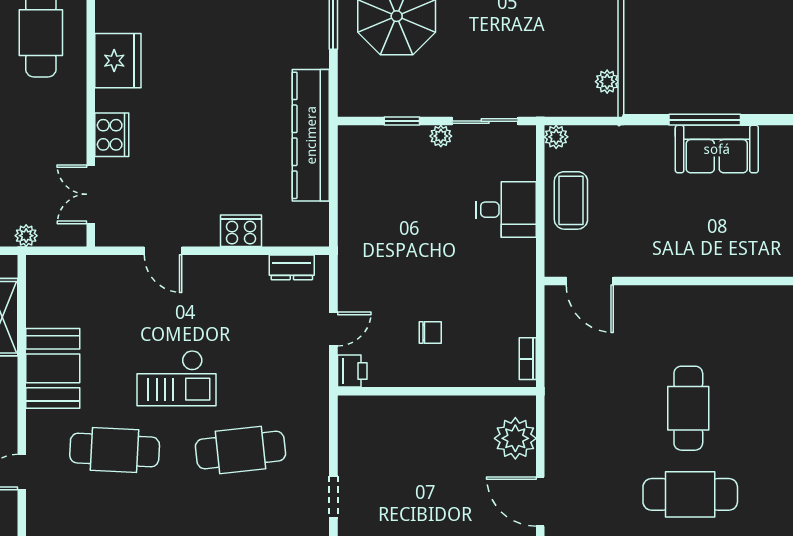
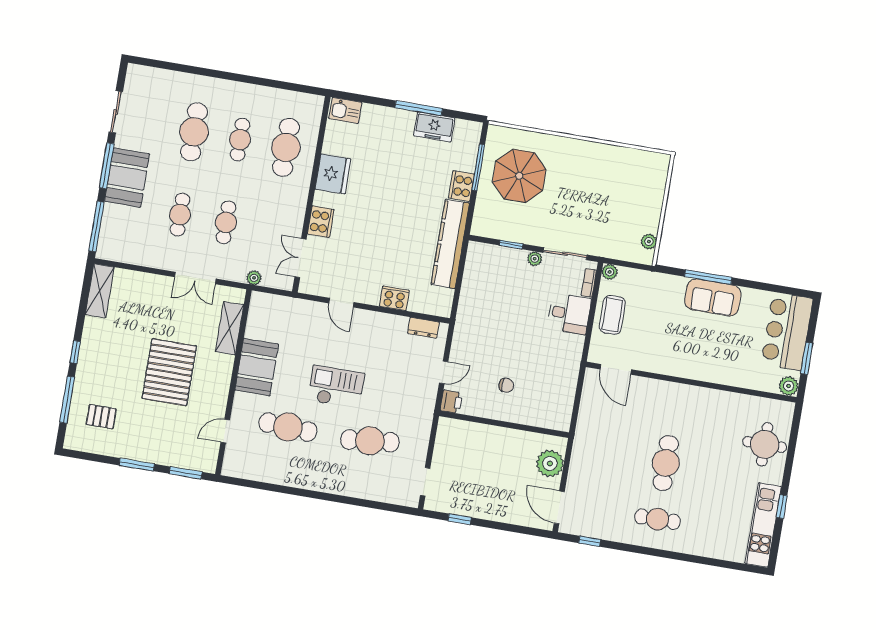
cooker: (313, 46) -> (461, 186), added
bookcase: (528, 359) -> (589, 283), moved
checkout: (176, 378) -> (336, 387), turned 180
cafe table: (690, 494) -> (658, 519), width x0.73, depth x0.74

